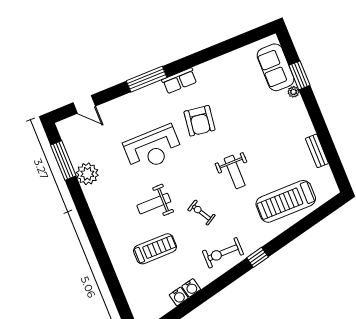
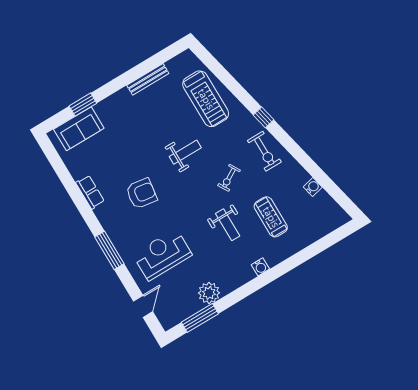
row of seats: (179, 81) -> (90, 192), moved
plant: (293, 92) -> (100, 108), removed
reception desk: (153, 148) -> (162, 255), moved, turned -90
bench: (317, 151) -> (148, 79), width x1.36
water cooler: (191, 288) -> (260, 267), moved, turned 103

